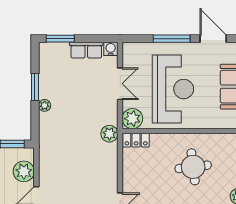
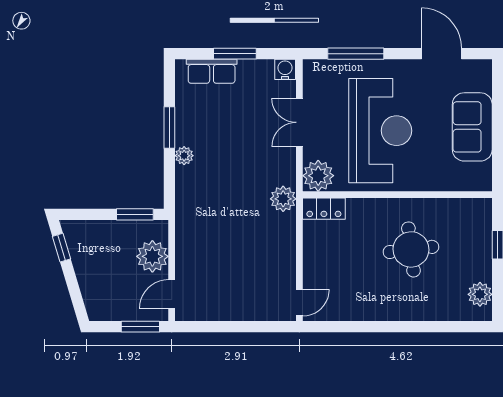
window: (60, 39) -> (235, 54), moved
window: (172, 39) -> (356, 54), moved
row of seats: (86, 50) -> (212, 71), moved
double door: (120, 84) -> (299, 122), swing flipped

